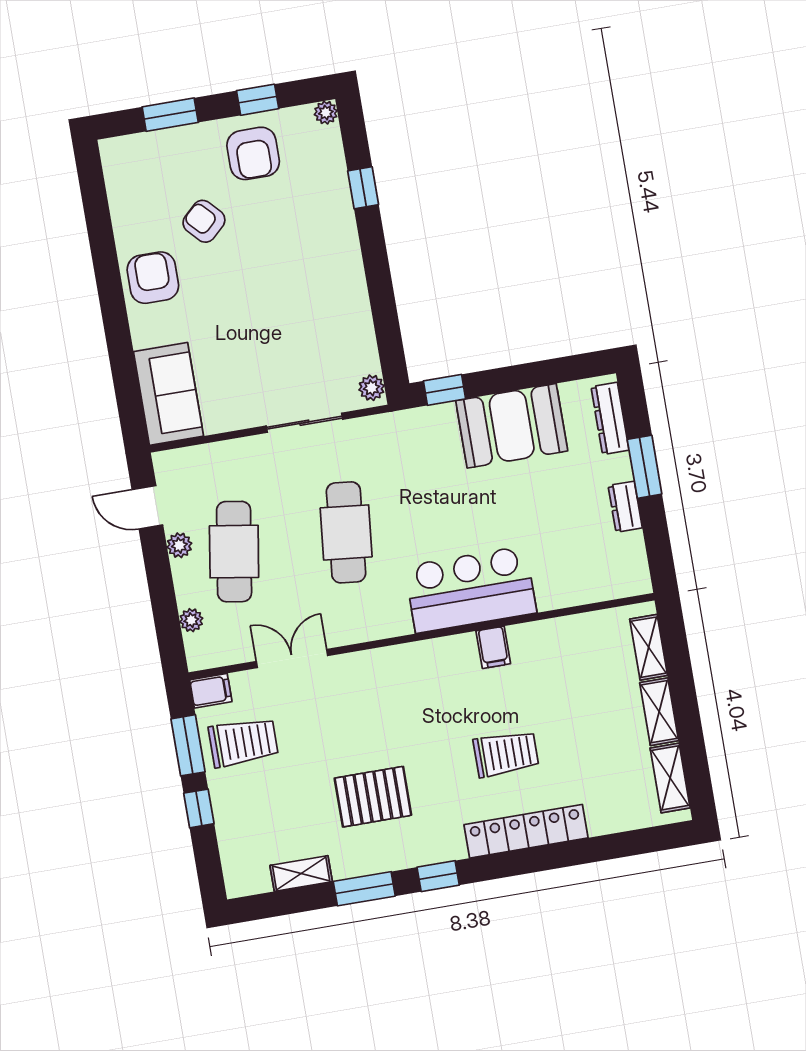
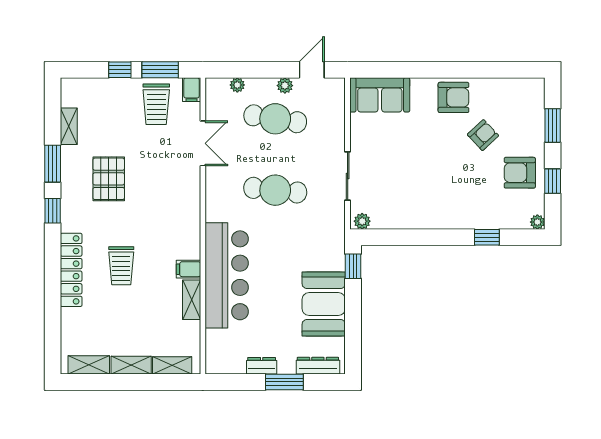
bar counter: (471, 590) -> (227, 275), width x1.36
shelving: (540, 634) -> (192, 300), added

